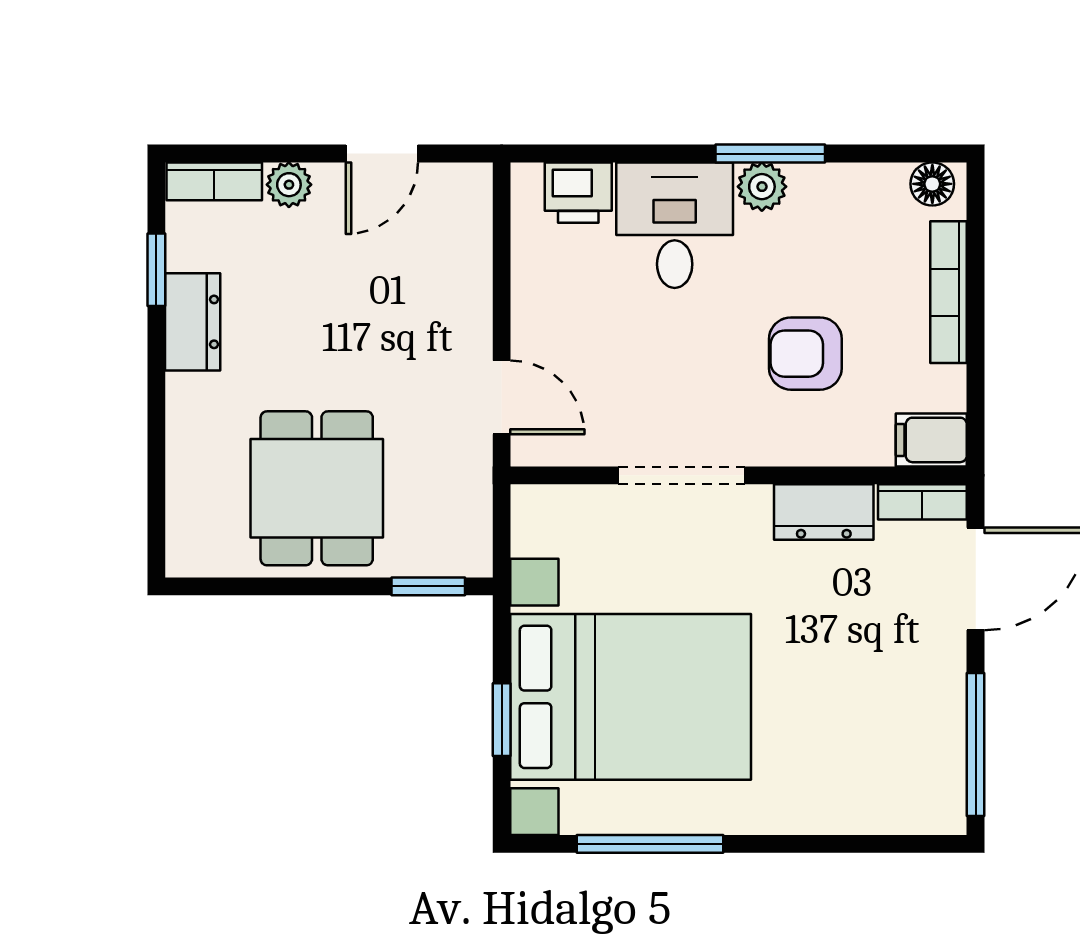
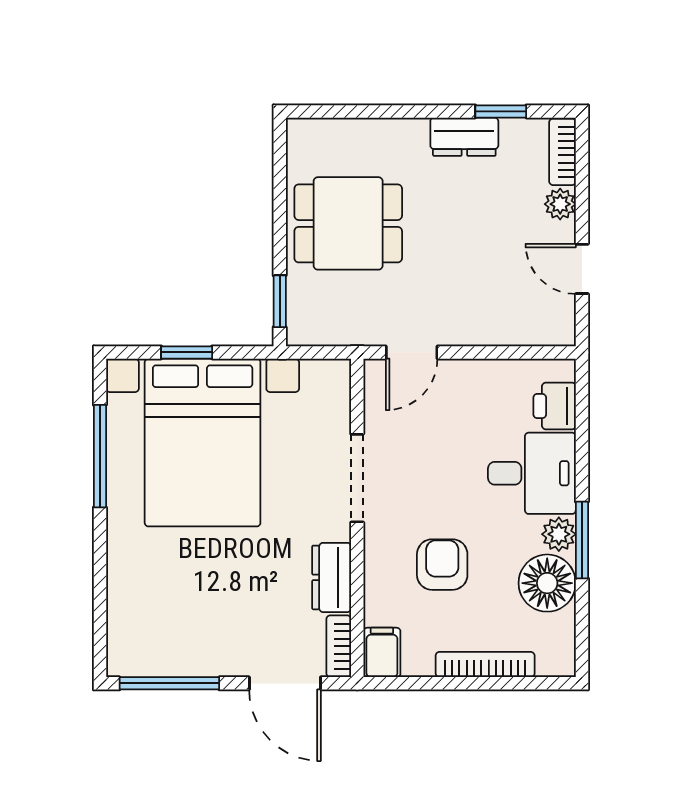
floor lamp: (932, 184) -> (547, 583), moved, width x1.89, depth x1.89

